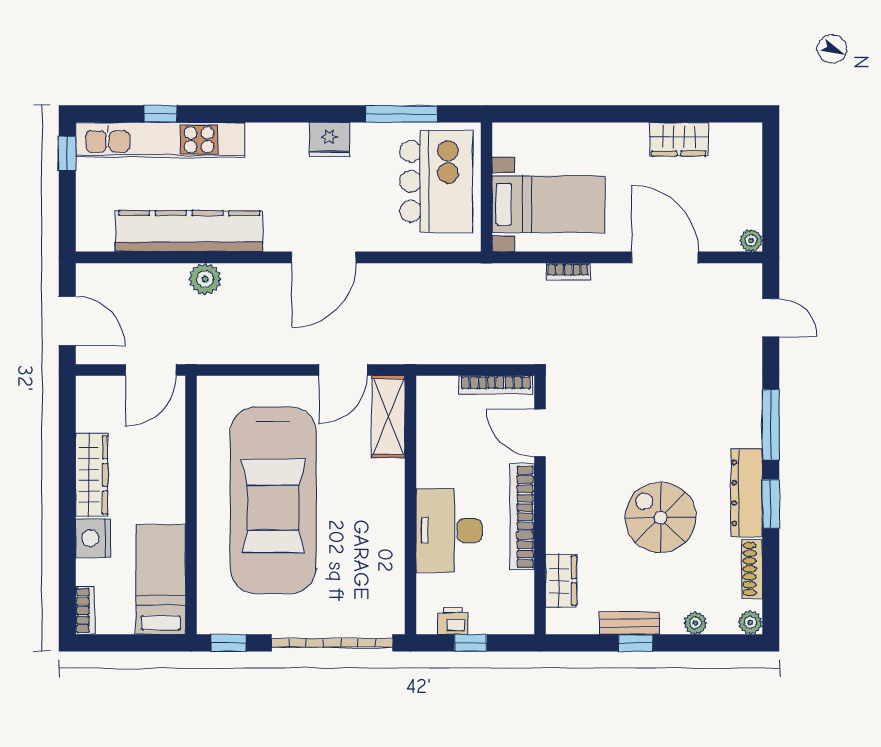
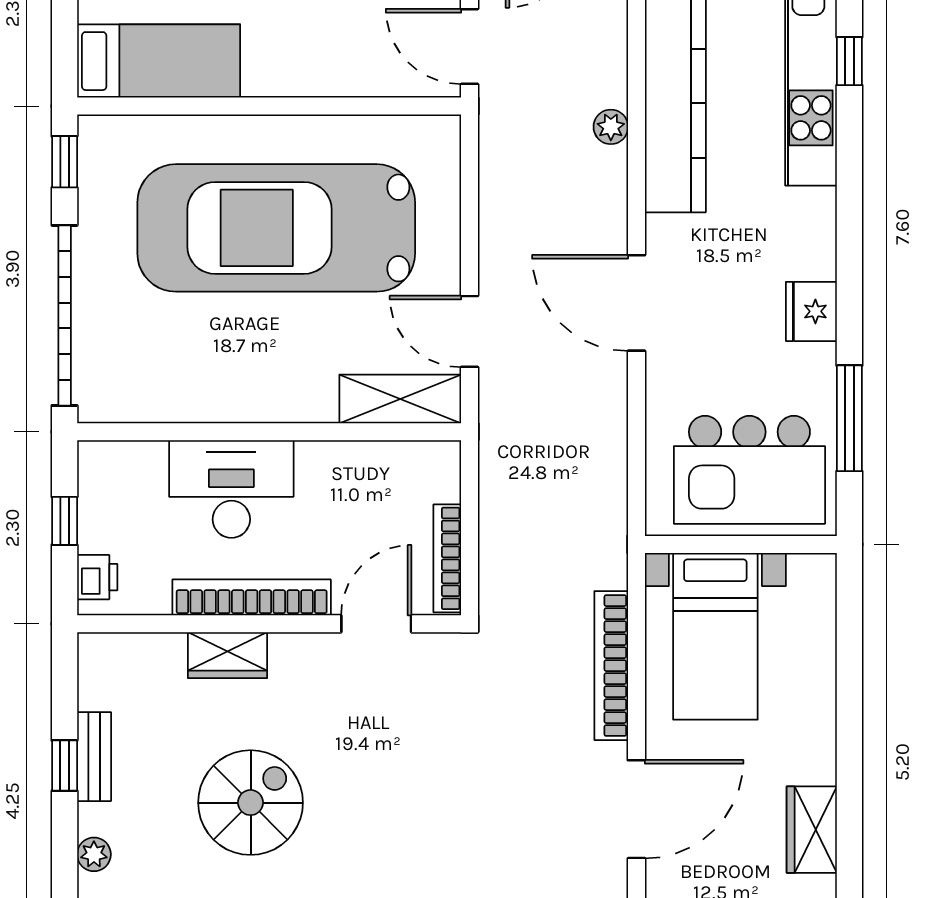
bookcase: (568, 272) -> (611, 666), width x2.31, depth x1.31
plant: (205, 279) -> (611, 127), width x0.73, depth x0.73
wardrobe: (561, 581) -> (228, 655), moved
printer: (453, 621) -> (97, 577), moved

